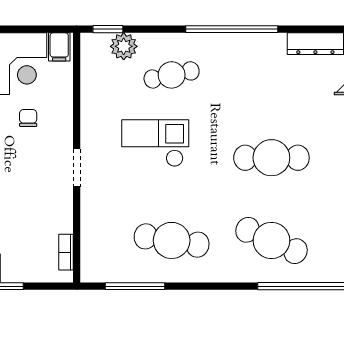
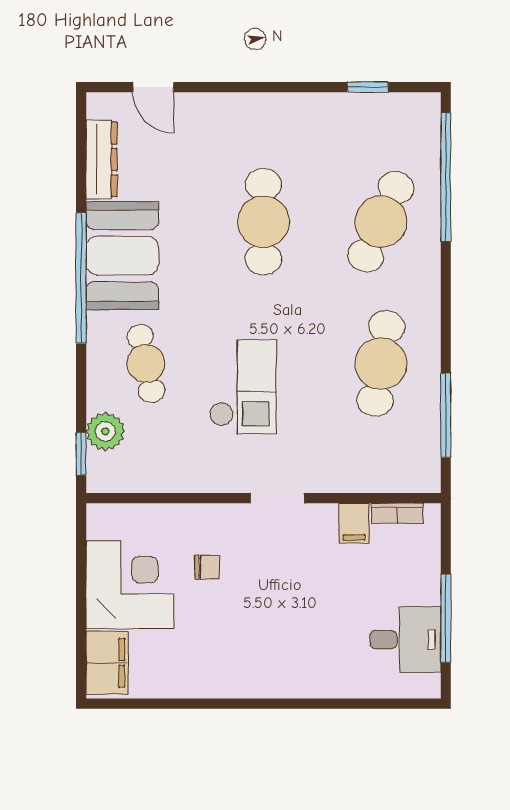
filing cabinet: (59, 47) -> (354, 523), moved, turned 90
booth: (248, 58) -> (122, 256), added
chair: (28, 118) -> (207, 567), turned 180
checkout: (155, 143) -> (243, 387), turned 180

